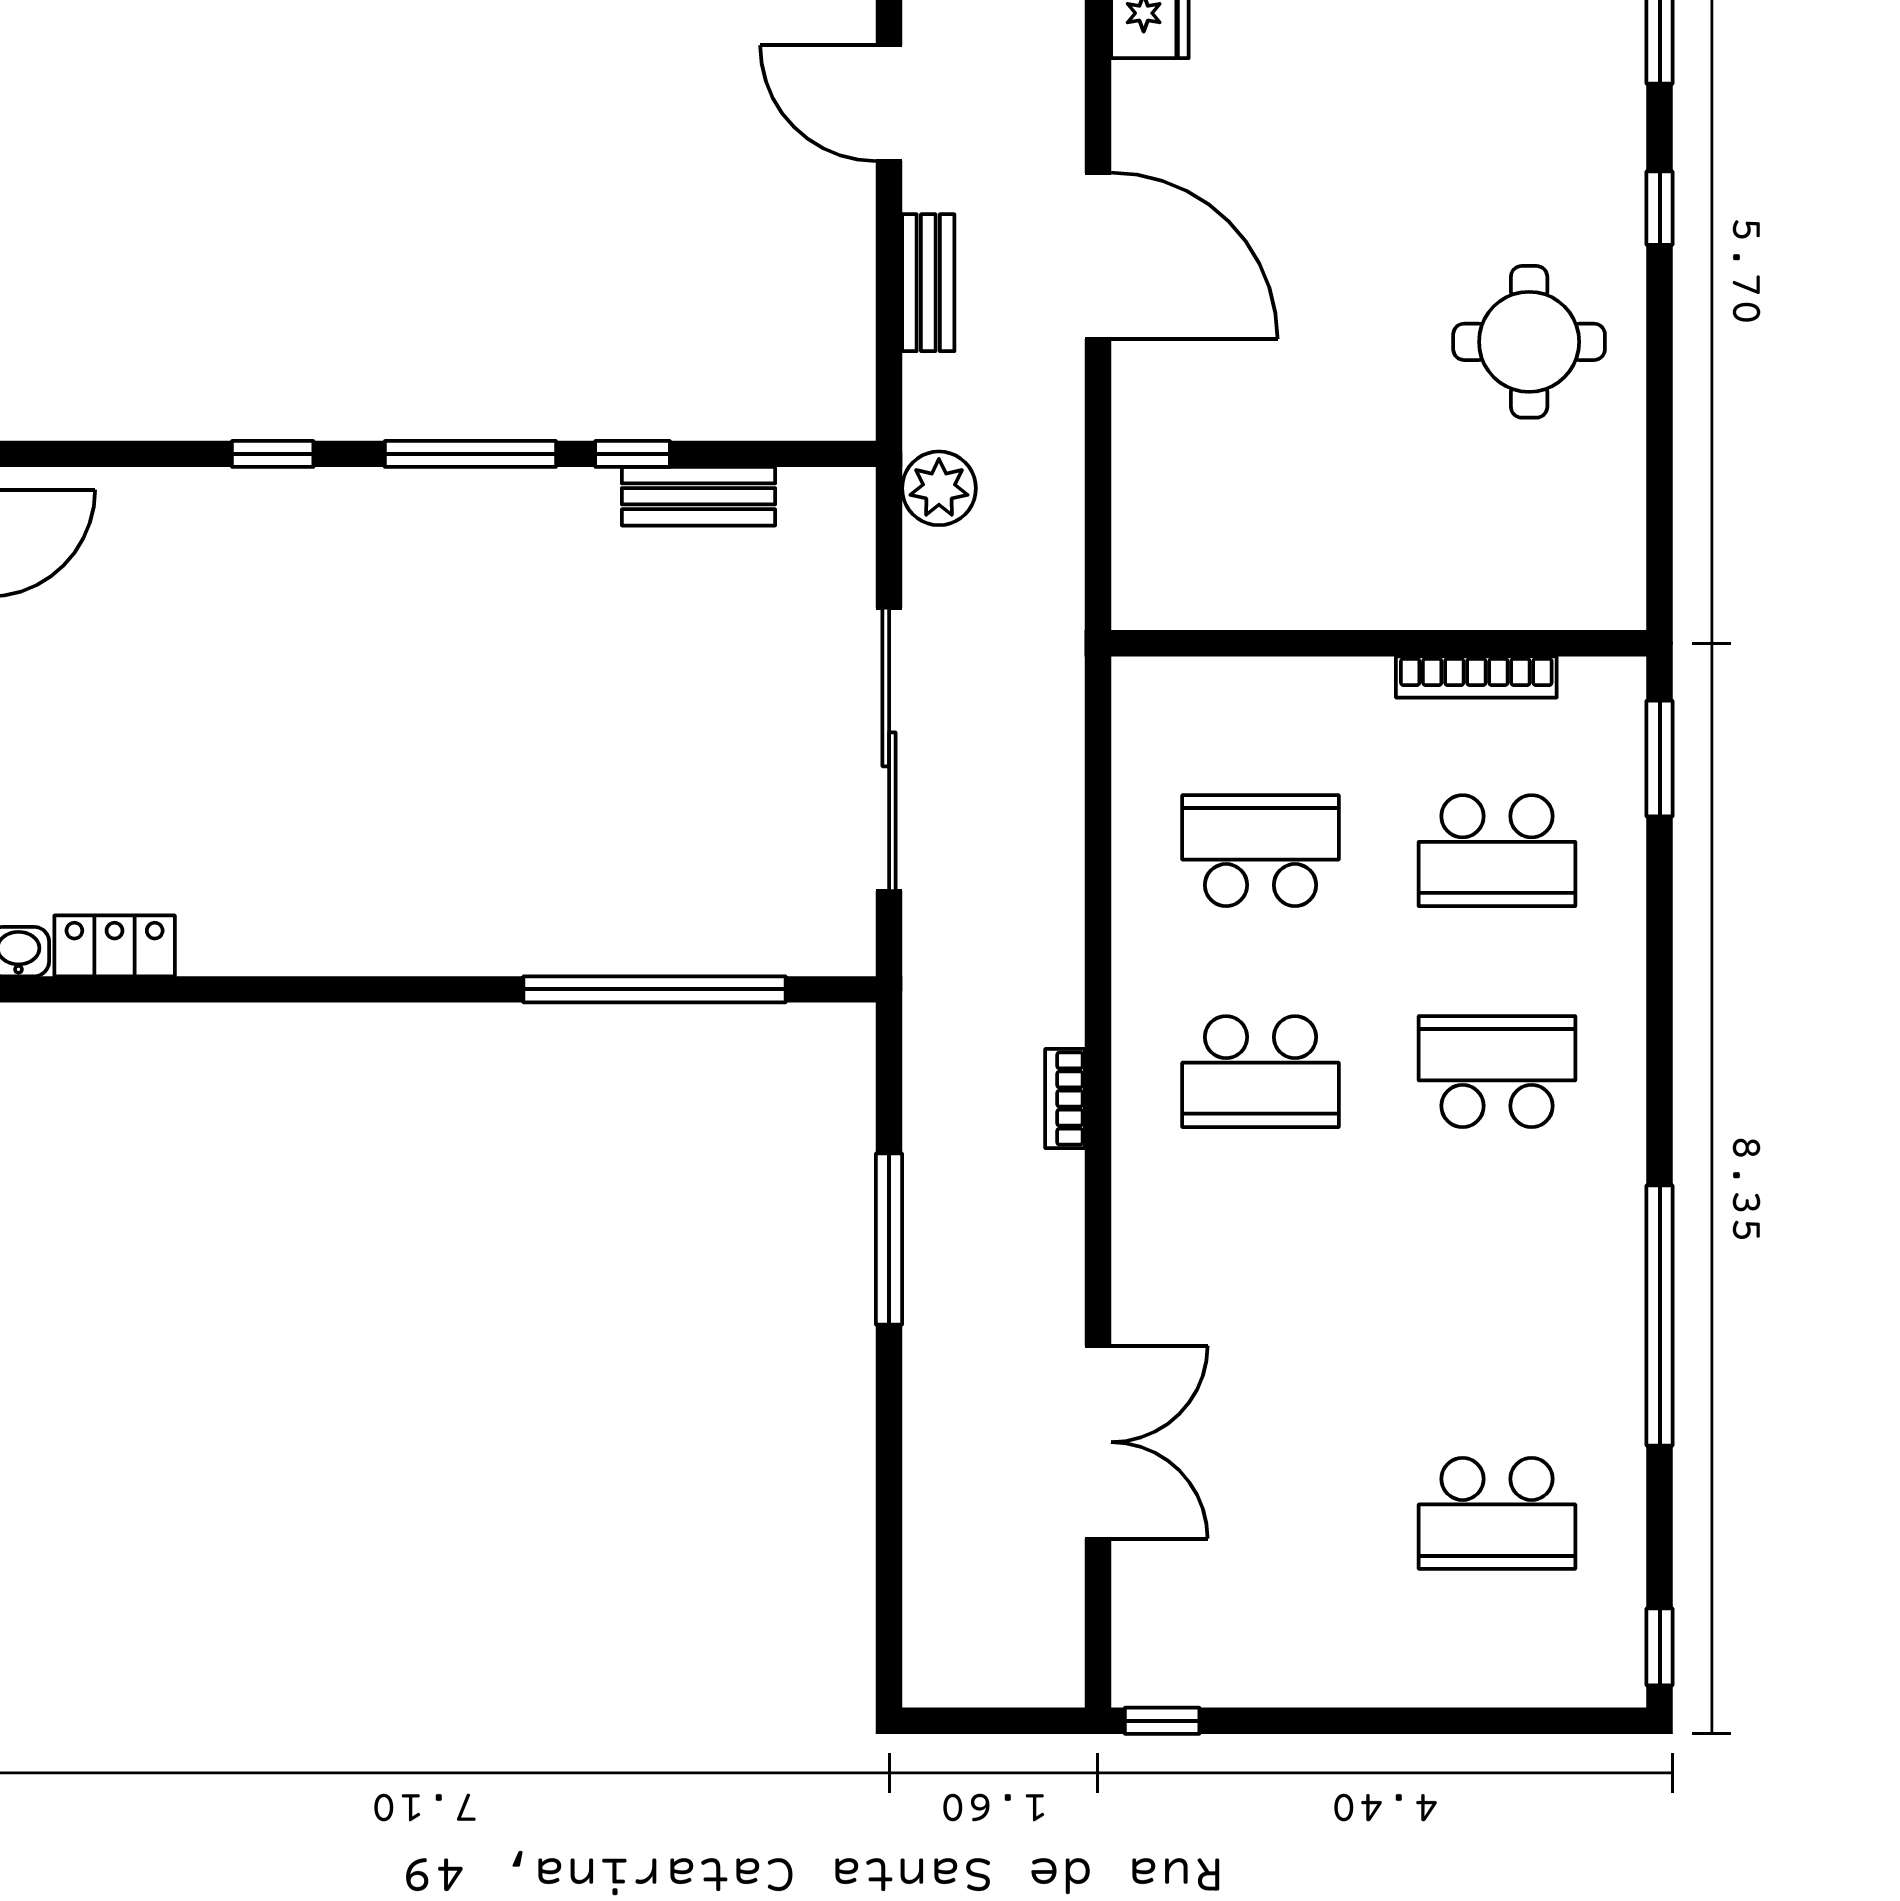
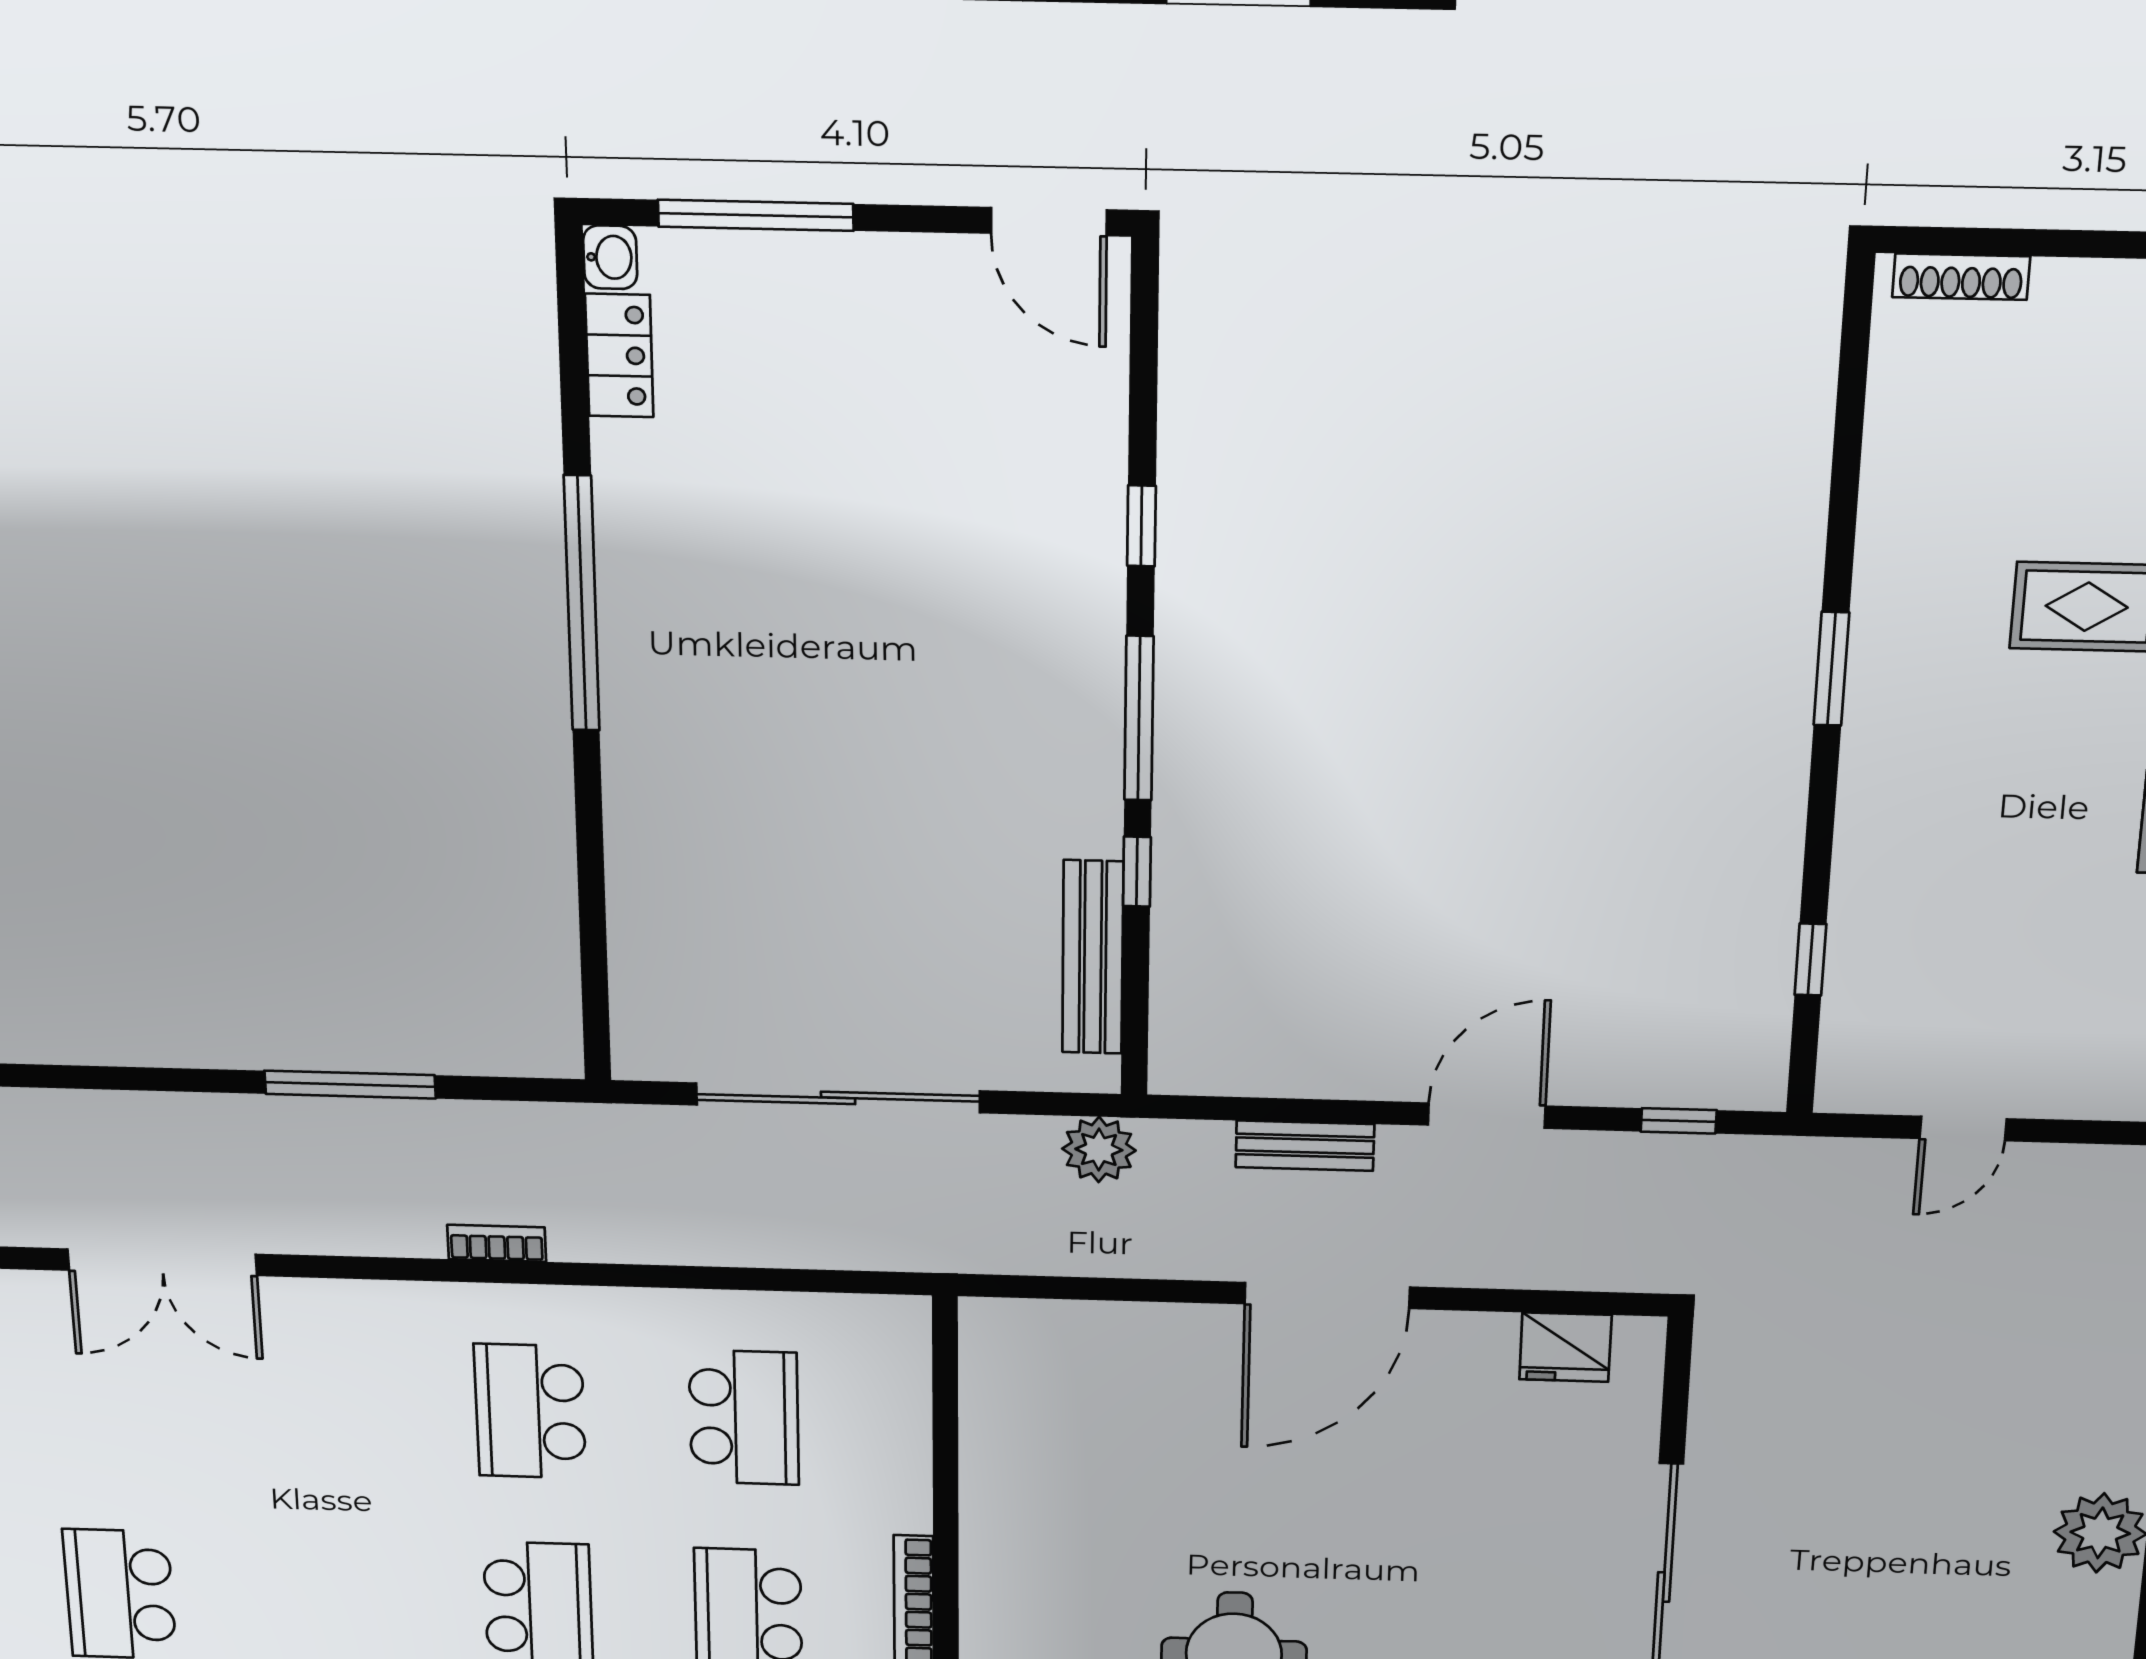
bench: (699, 496) -> (1093, 957), width x1.36
window: (654, 989) -> (582, 604), moved

